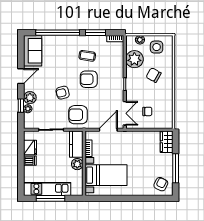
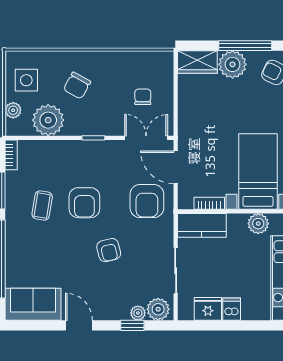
plant: (30, 98) -> (158, 309), moved
armchair: (78, 115) -> (147, 201), moved
plant: (165, 161) -> (233, 64), added
plant: (77, 164) -> (258, 224), moved

